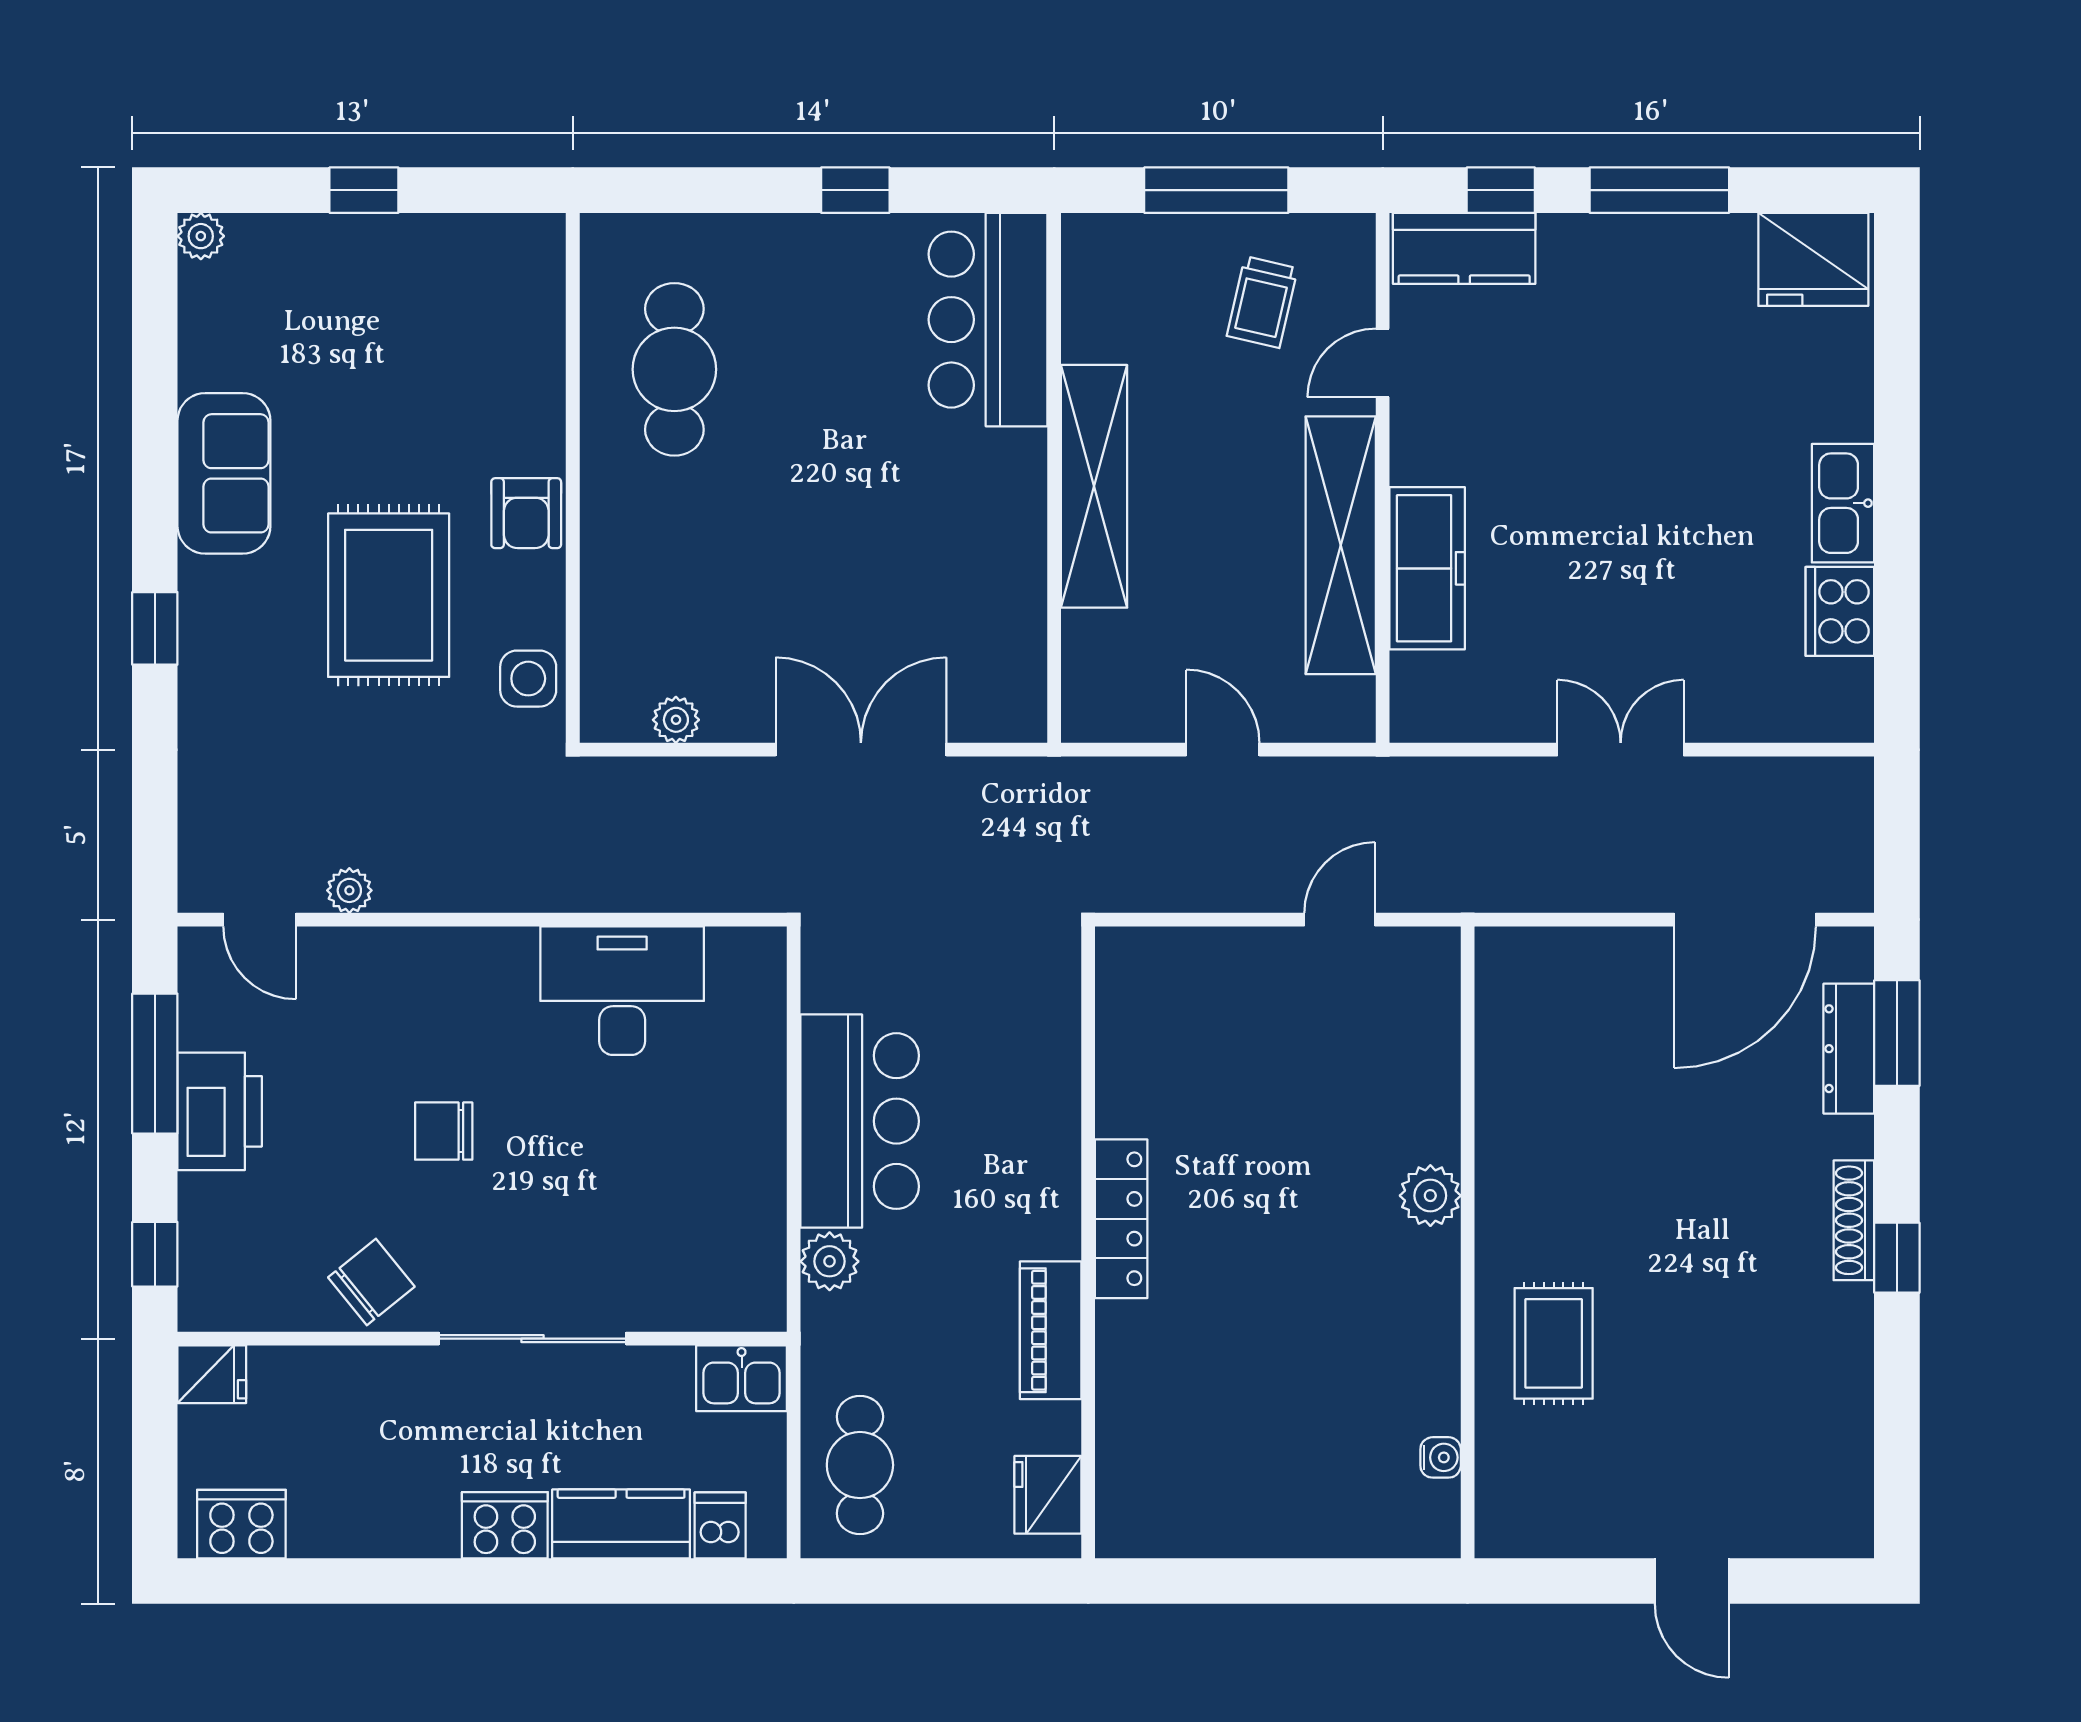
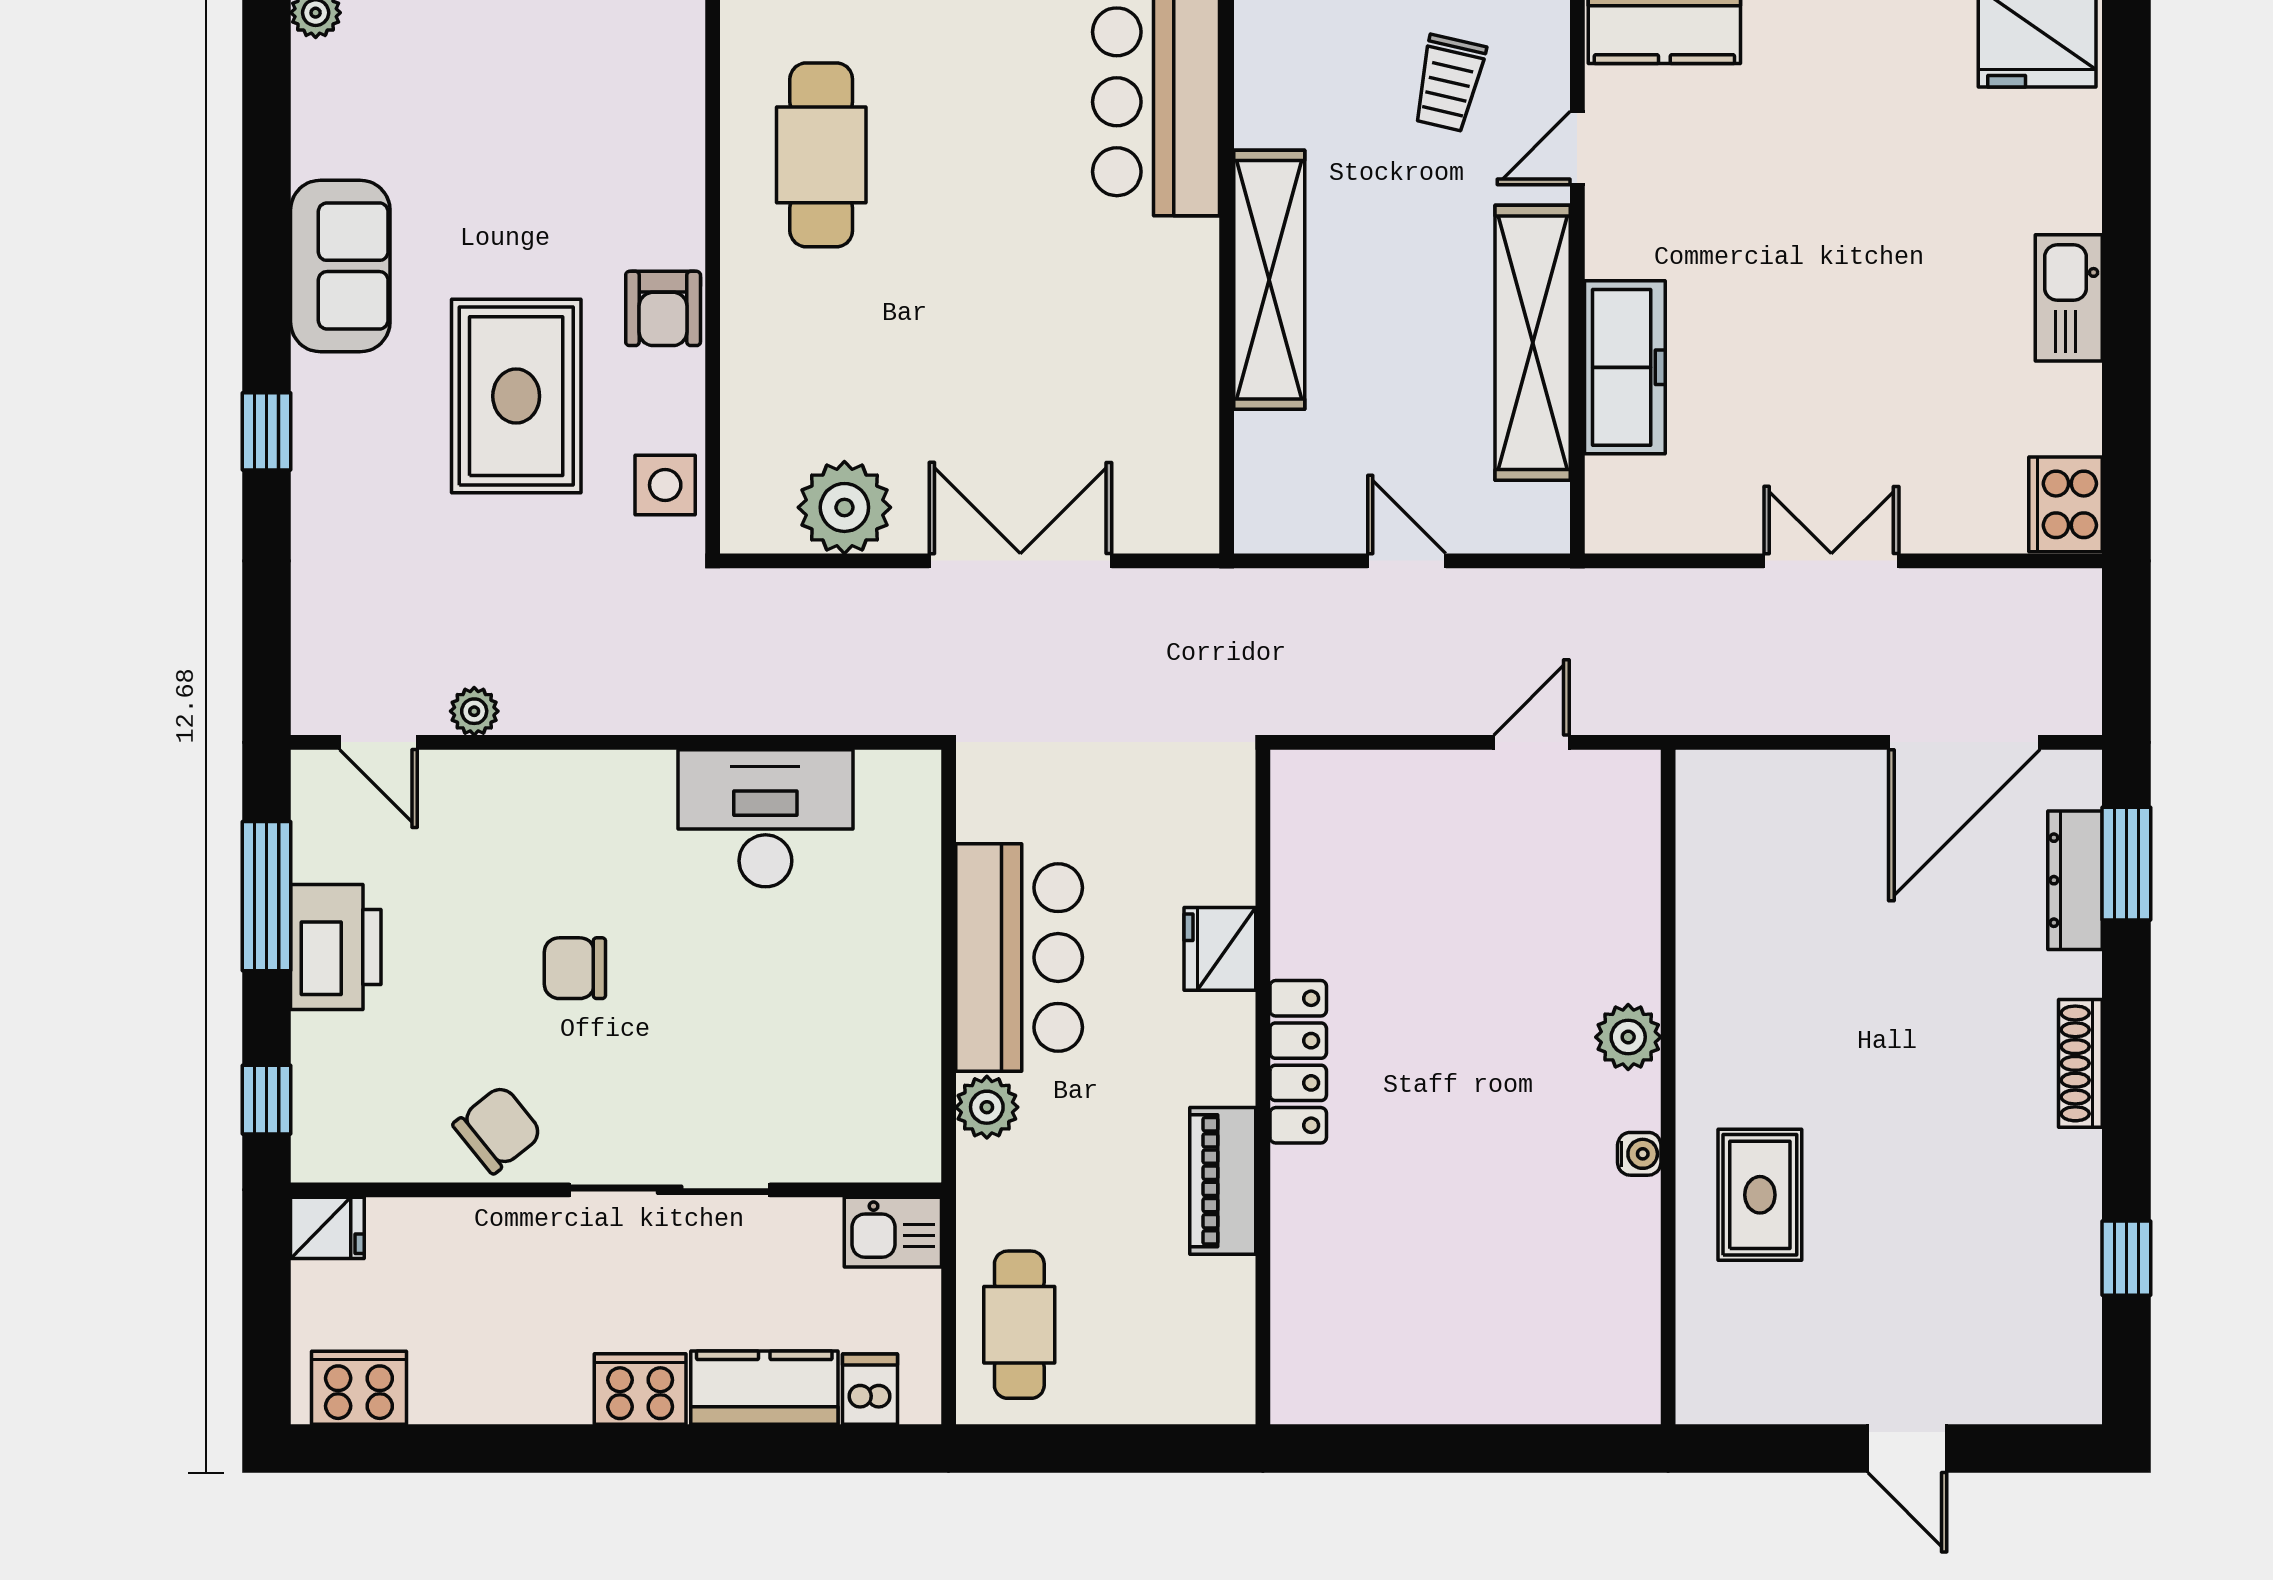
cooker: (1840, 611) -> (2065, 504), moved
plant: (676, 720) -> (844, 507), width x1.88, depth x1.88
window: (1897, 1258) -> (2126, 1258), moved
water cooler: (1441, 1457) -> (1639, 1154), moved
fridge: (1048, 1495) -> (1220, 949), moved

